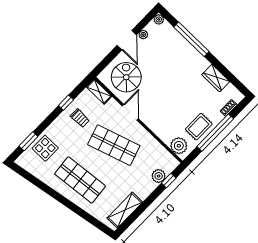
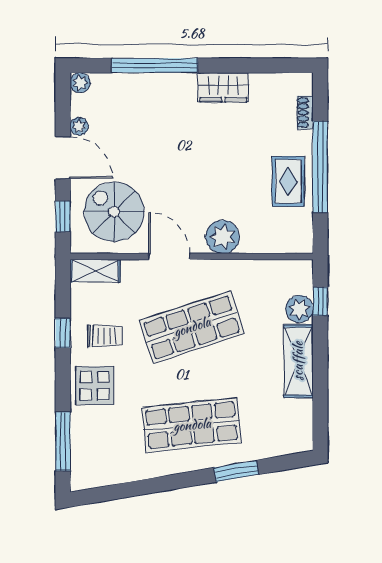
window: (106, 61) -> (63, 216), added
wardrobe: (216, 78) -> (223, 87), moved
window: (28, 141) -> (63, 441), width x1.44
plant: (179, 146) -> (223, 237), moved
display table: (45, 148) -> (95, 386), moved
shelving: (125, 210) -> (298, 361), moved
window: (80, 212) -> (236, 471), added

